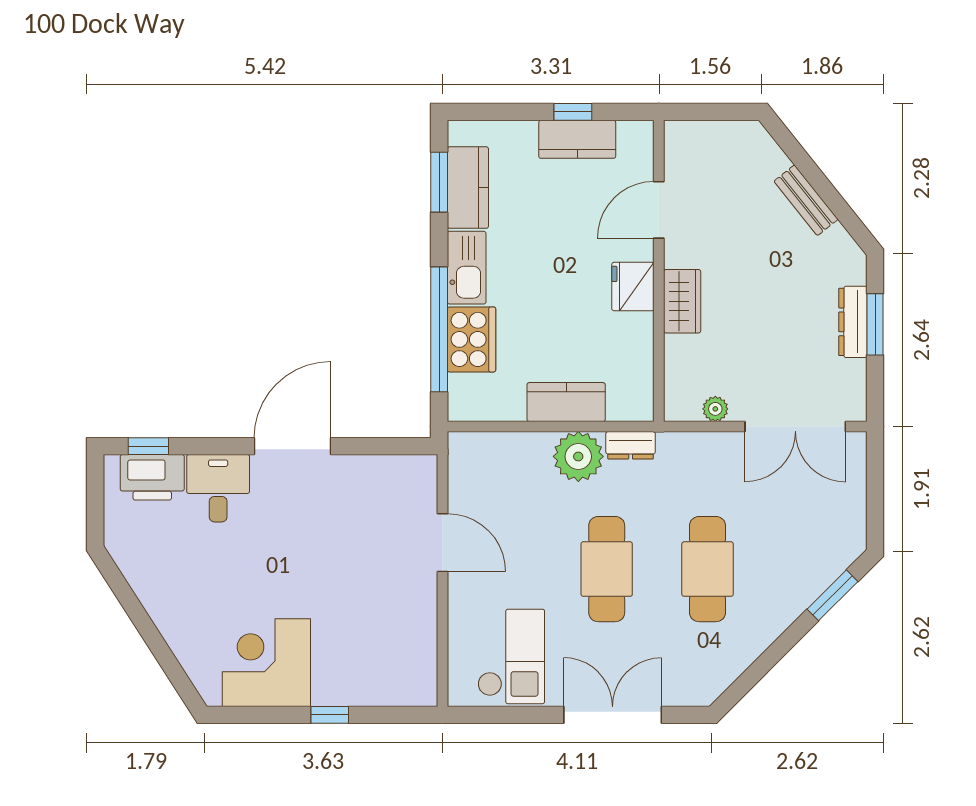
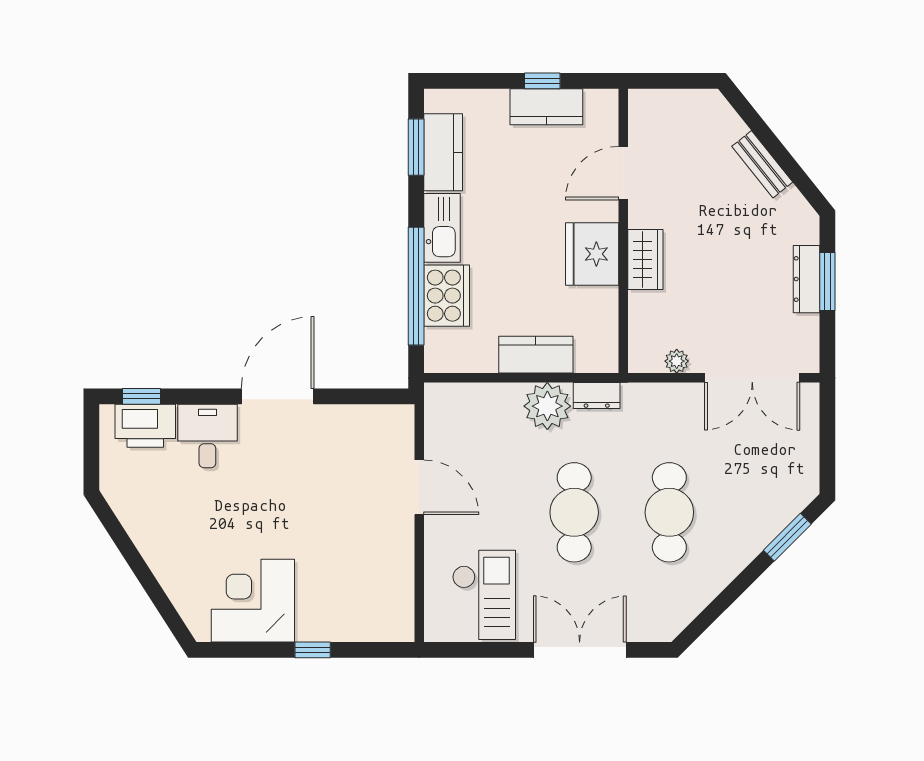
fridge: (633, 287) -> (592, 254), width x1.36, depth x1.34

